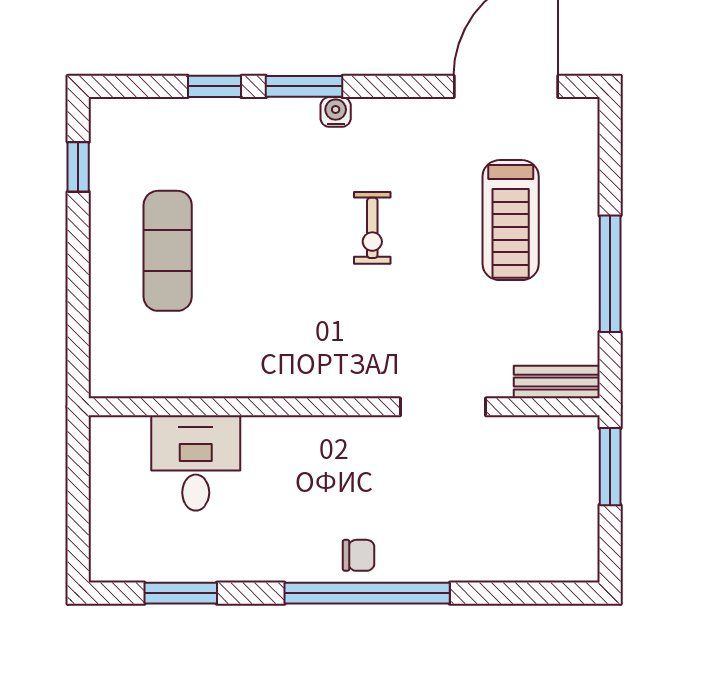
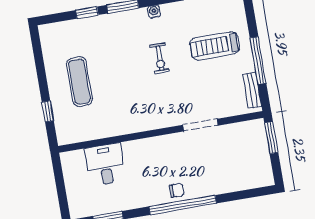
water cooler: (336, 112) -> (154, 12), moved
window: (78, 167) -> (48, 111), moved
treadmill: (511, 220) -> (215, 46), turned 90
bench: (557, 382) -> (252, 90), moved, turned 90

